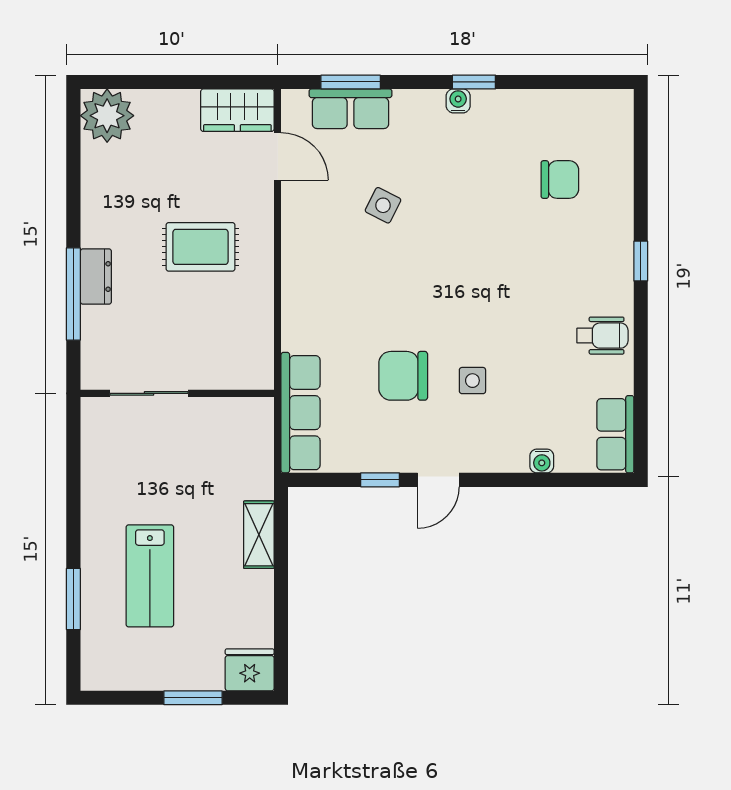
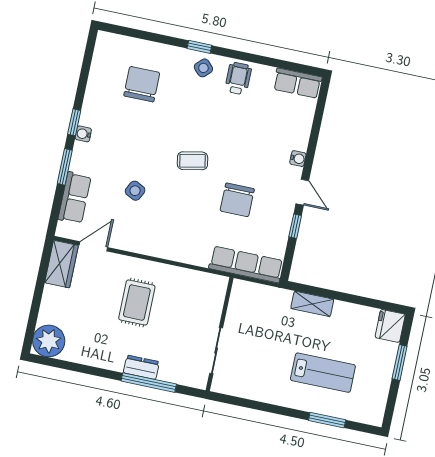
window: (351, 82) -> (65, 167), moved
chair: (560, 180) -> (142, 84), width x1.37, depth x1.37
coffee table: (452, 289) -> (192, 161), added
side table: (472, 381) -> (203, 68), moved, turned 45
water cooler: (542, 461) -> (298, 159), moved

